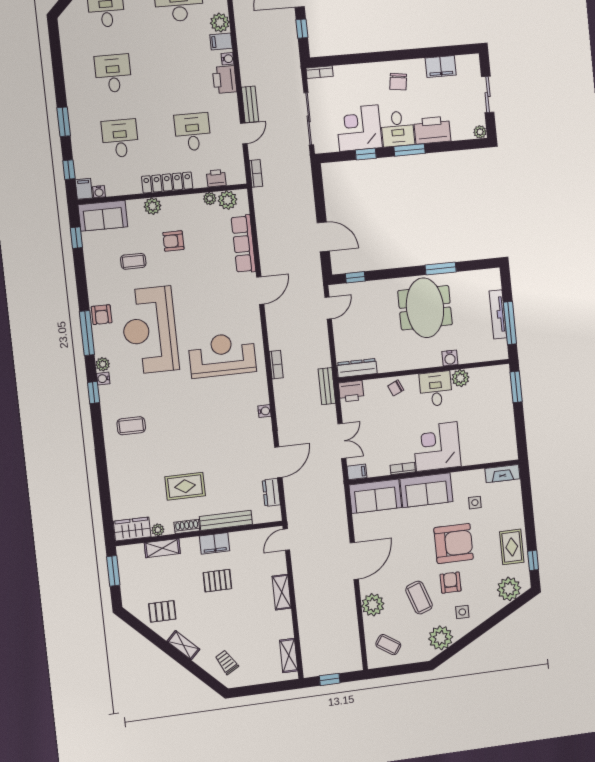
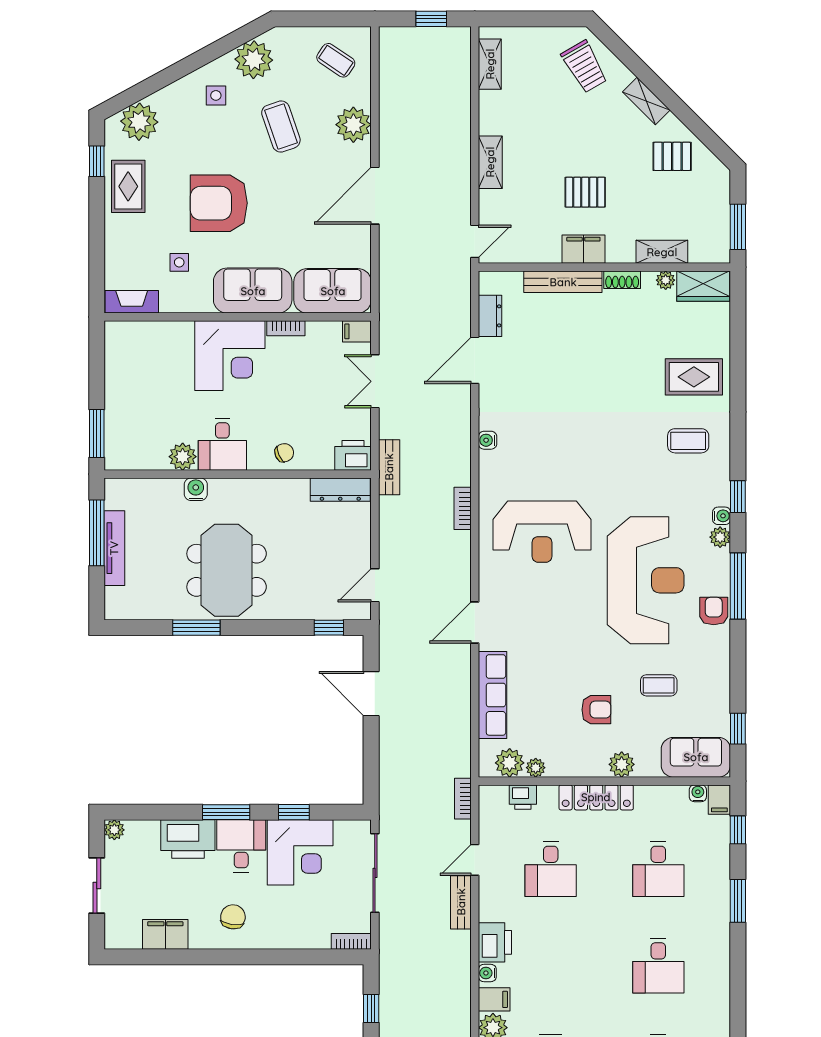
rug: (185, 486) -> (694, 377), moved
armchair: (450, 583) -> (230, 143), removed
trolley: (227, 662) -> (584, 67), width x1.36, depth x1.39

